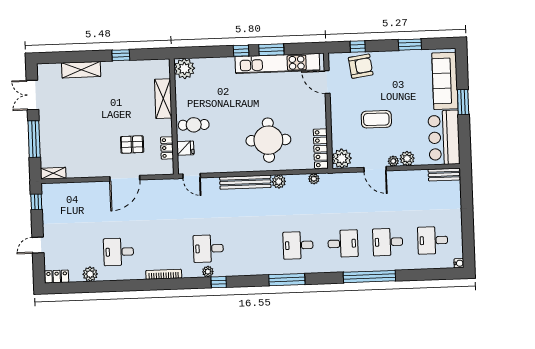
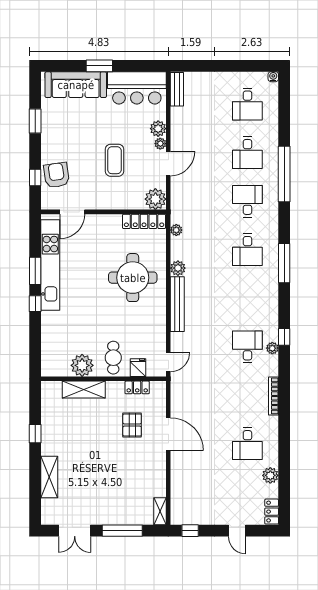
plant: (184, 69) -> (82, 365), moved
desk: (208, 249) -> (247, 347), turned 180

